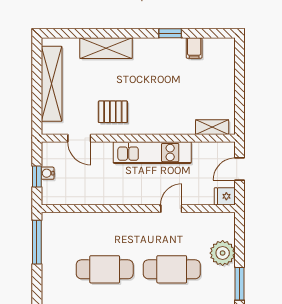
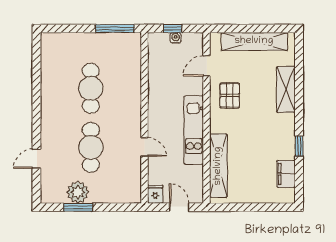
filing cabinet: (194, 48) -> (286, 174), width x2.00
shelving: (212, 127) -> (218, 166), width x2.20, depth x1.33
plant: (223, 253) -> (78, 192), moved

